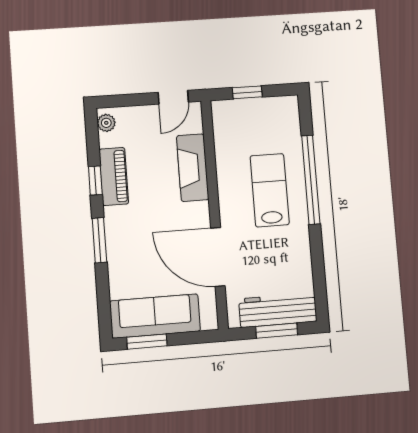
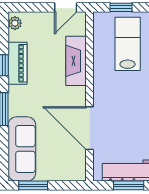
lab bench: (270, 190) -> (128, 44), moved
sofa: (155, 316) -> (22, 149), moved, turned 90

